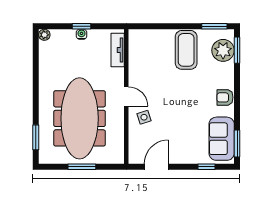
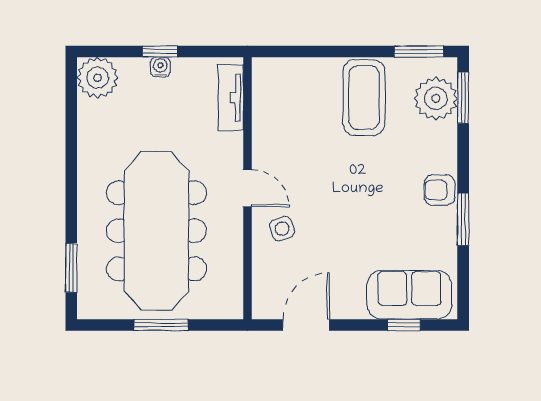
plant: (44, 35) -> (98, 78), width x1.87, depth x1.87
sofa: (222, 139) -> (409, 295), moved, turned 90
window: (237, 144) -> (463, 219), moved

